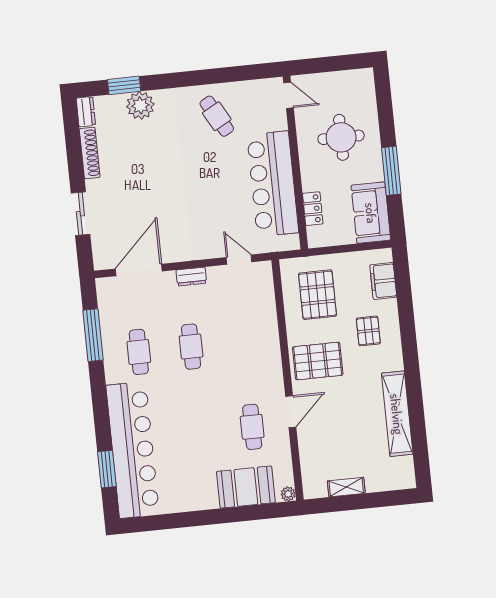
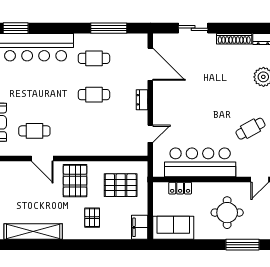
window: (391, 171) -> (242, 245), moved
filing cabinet: (383, 281) -> (140, 227), moved, turned -90
pallet: (368, 331) -> (92, 218), turned 90

